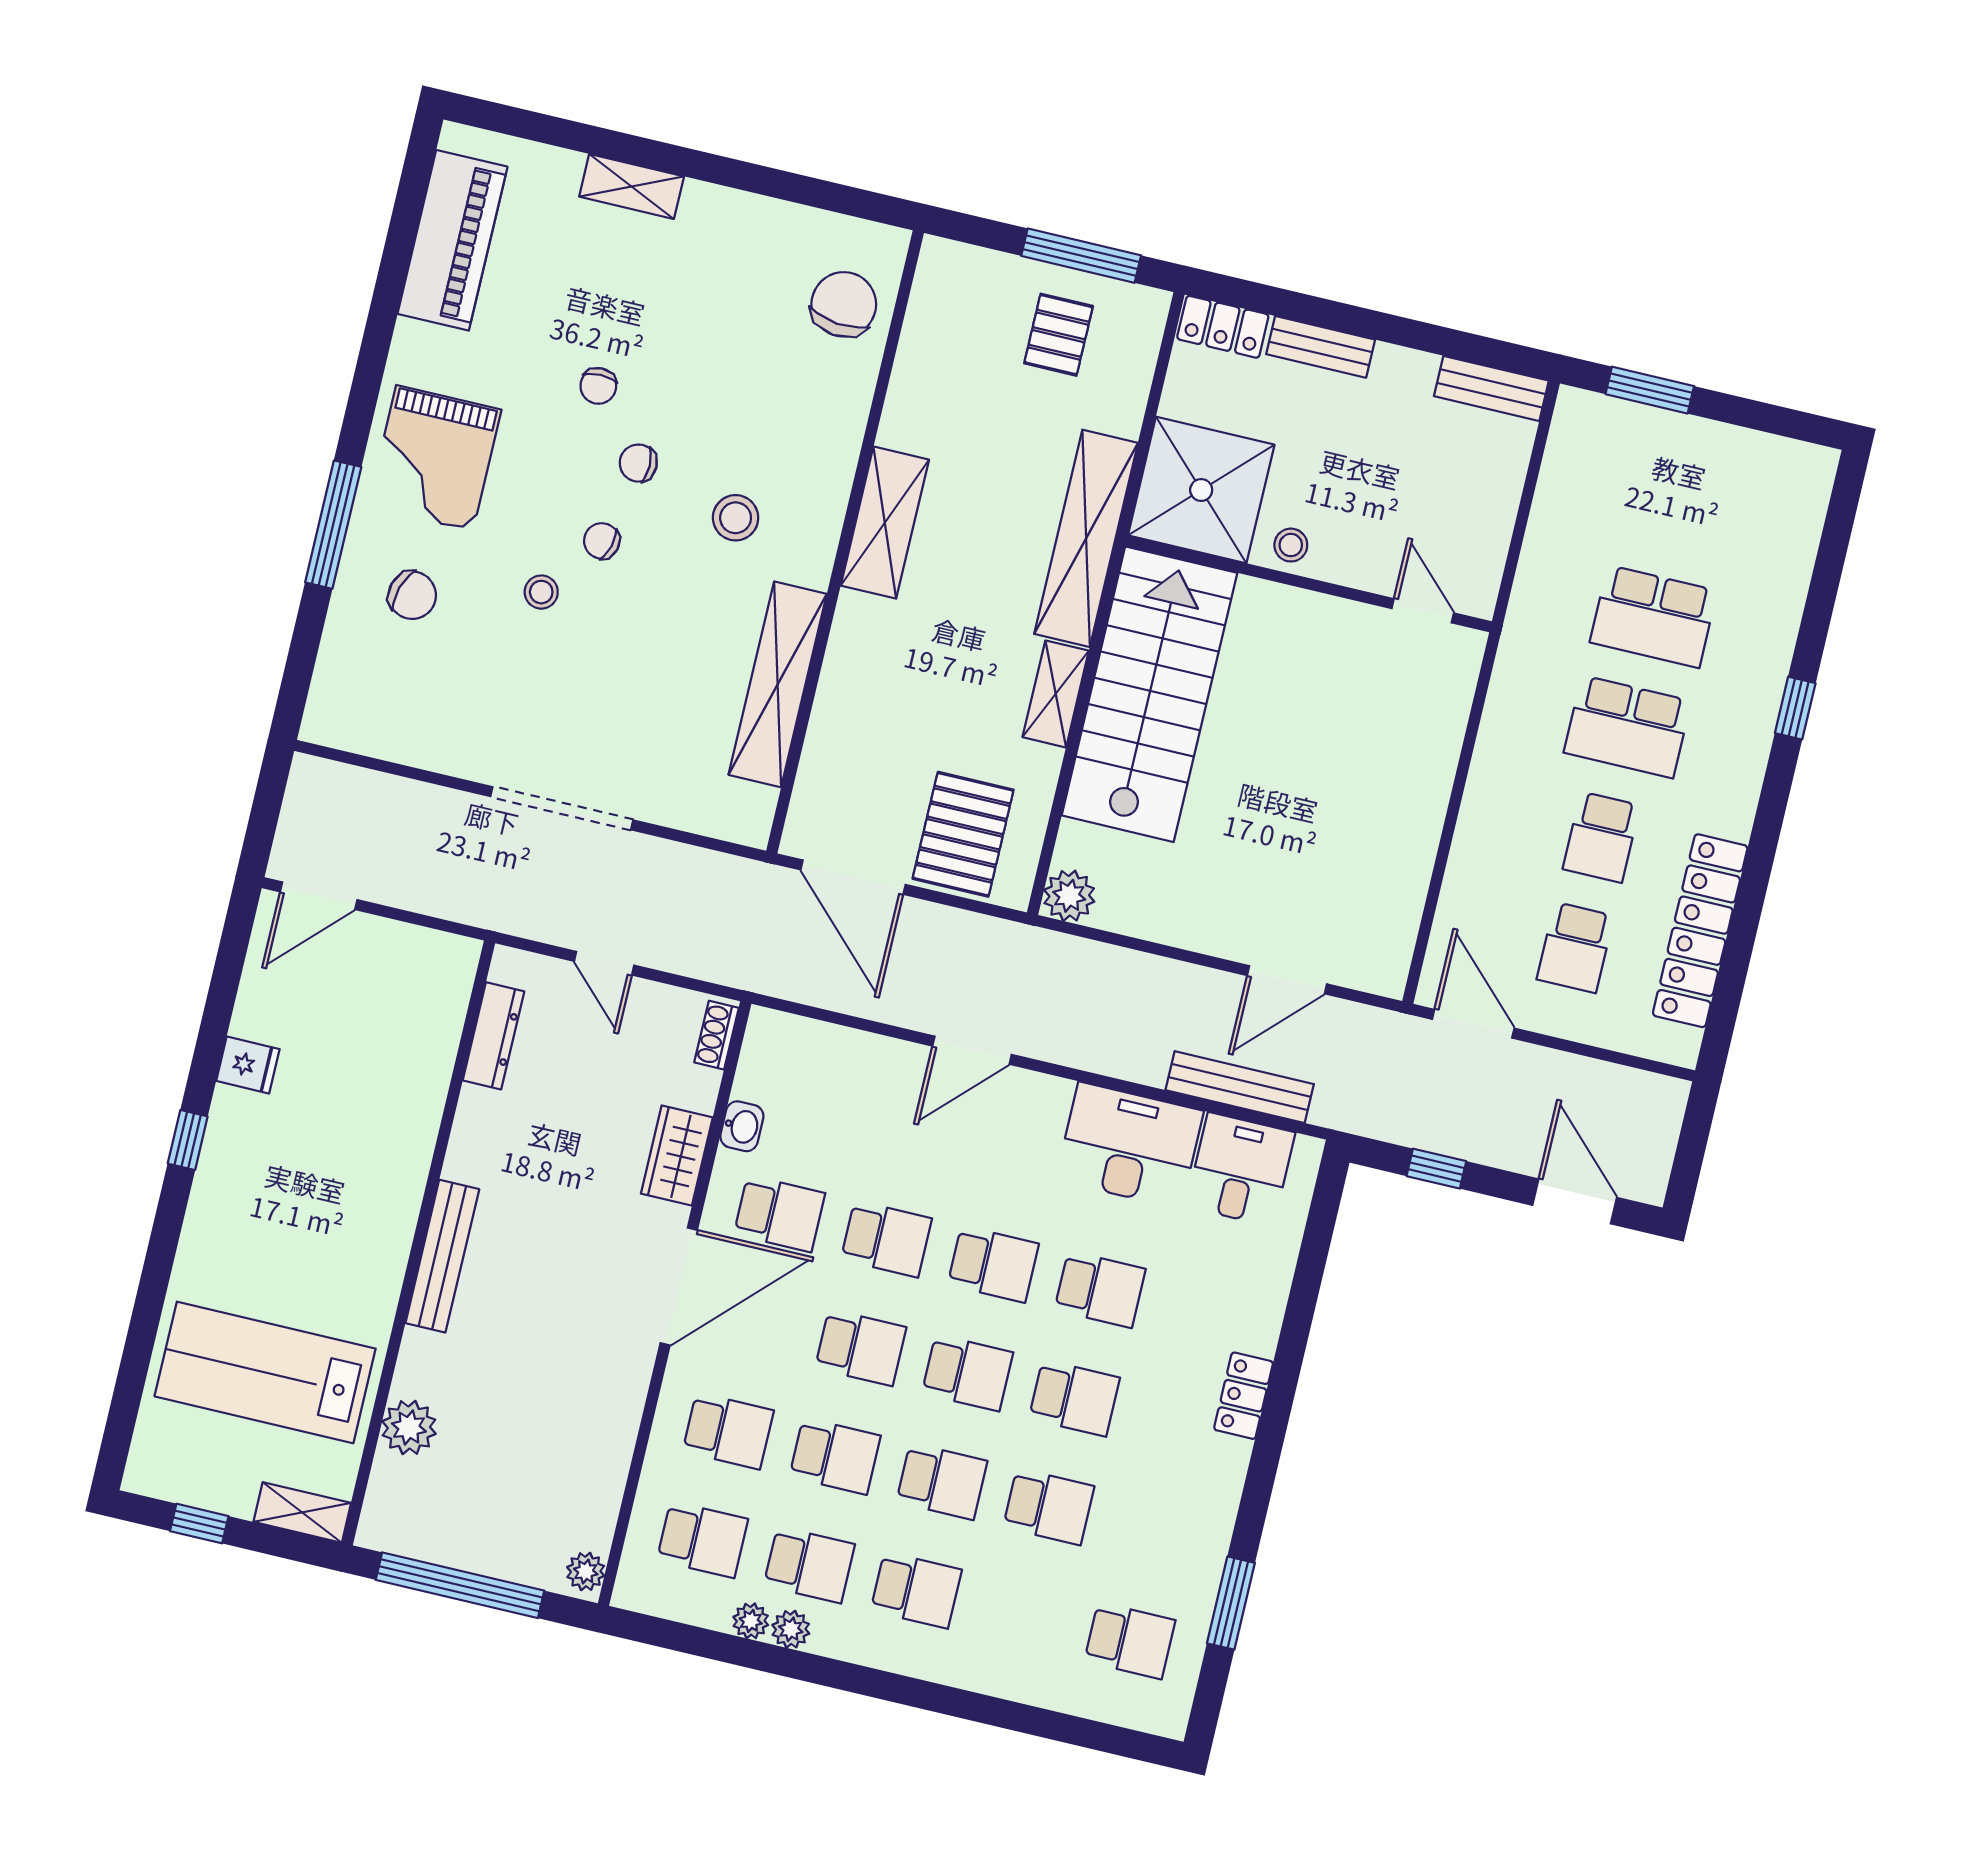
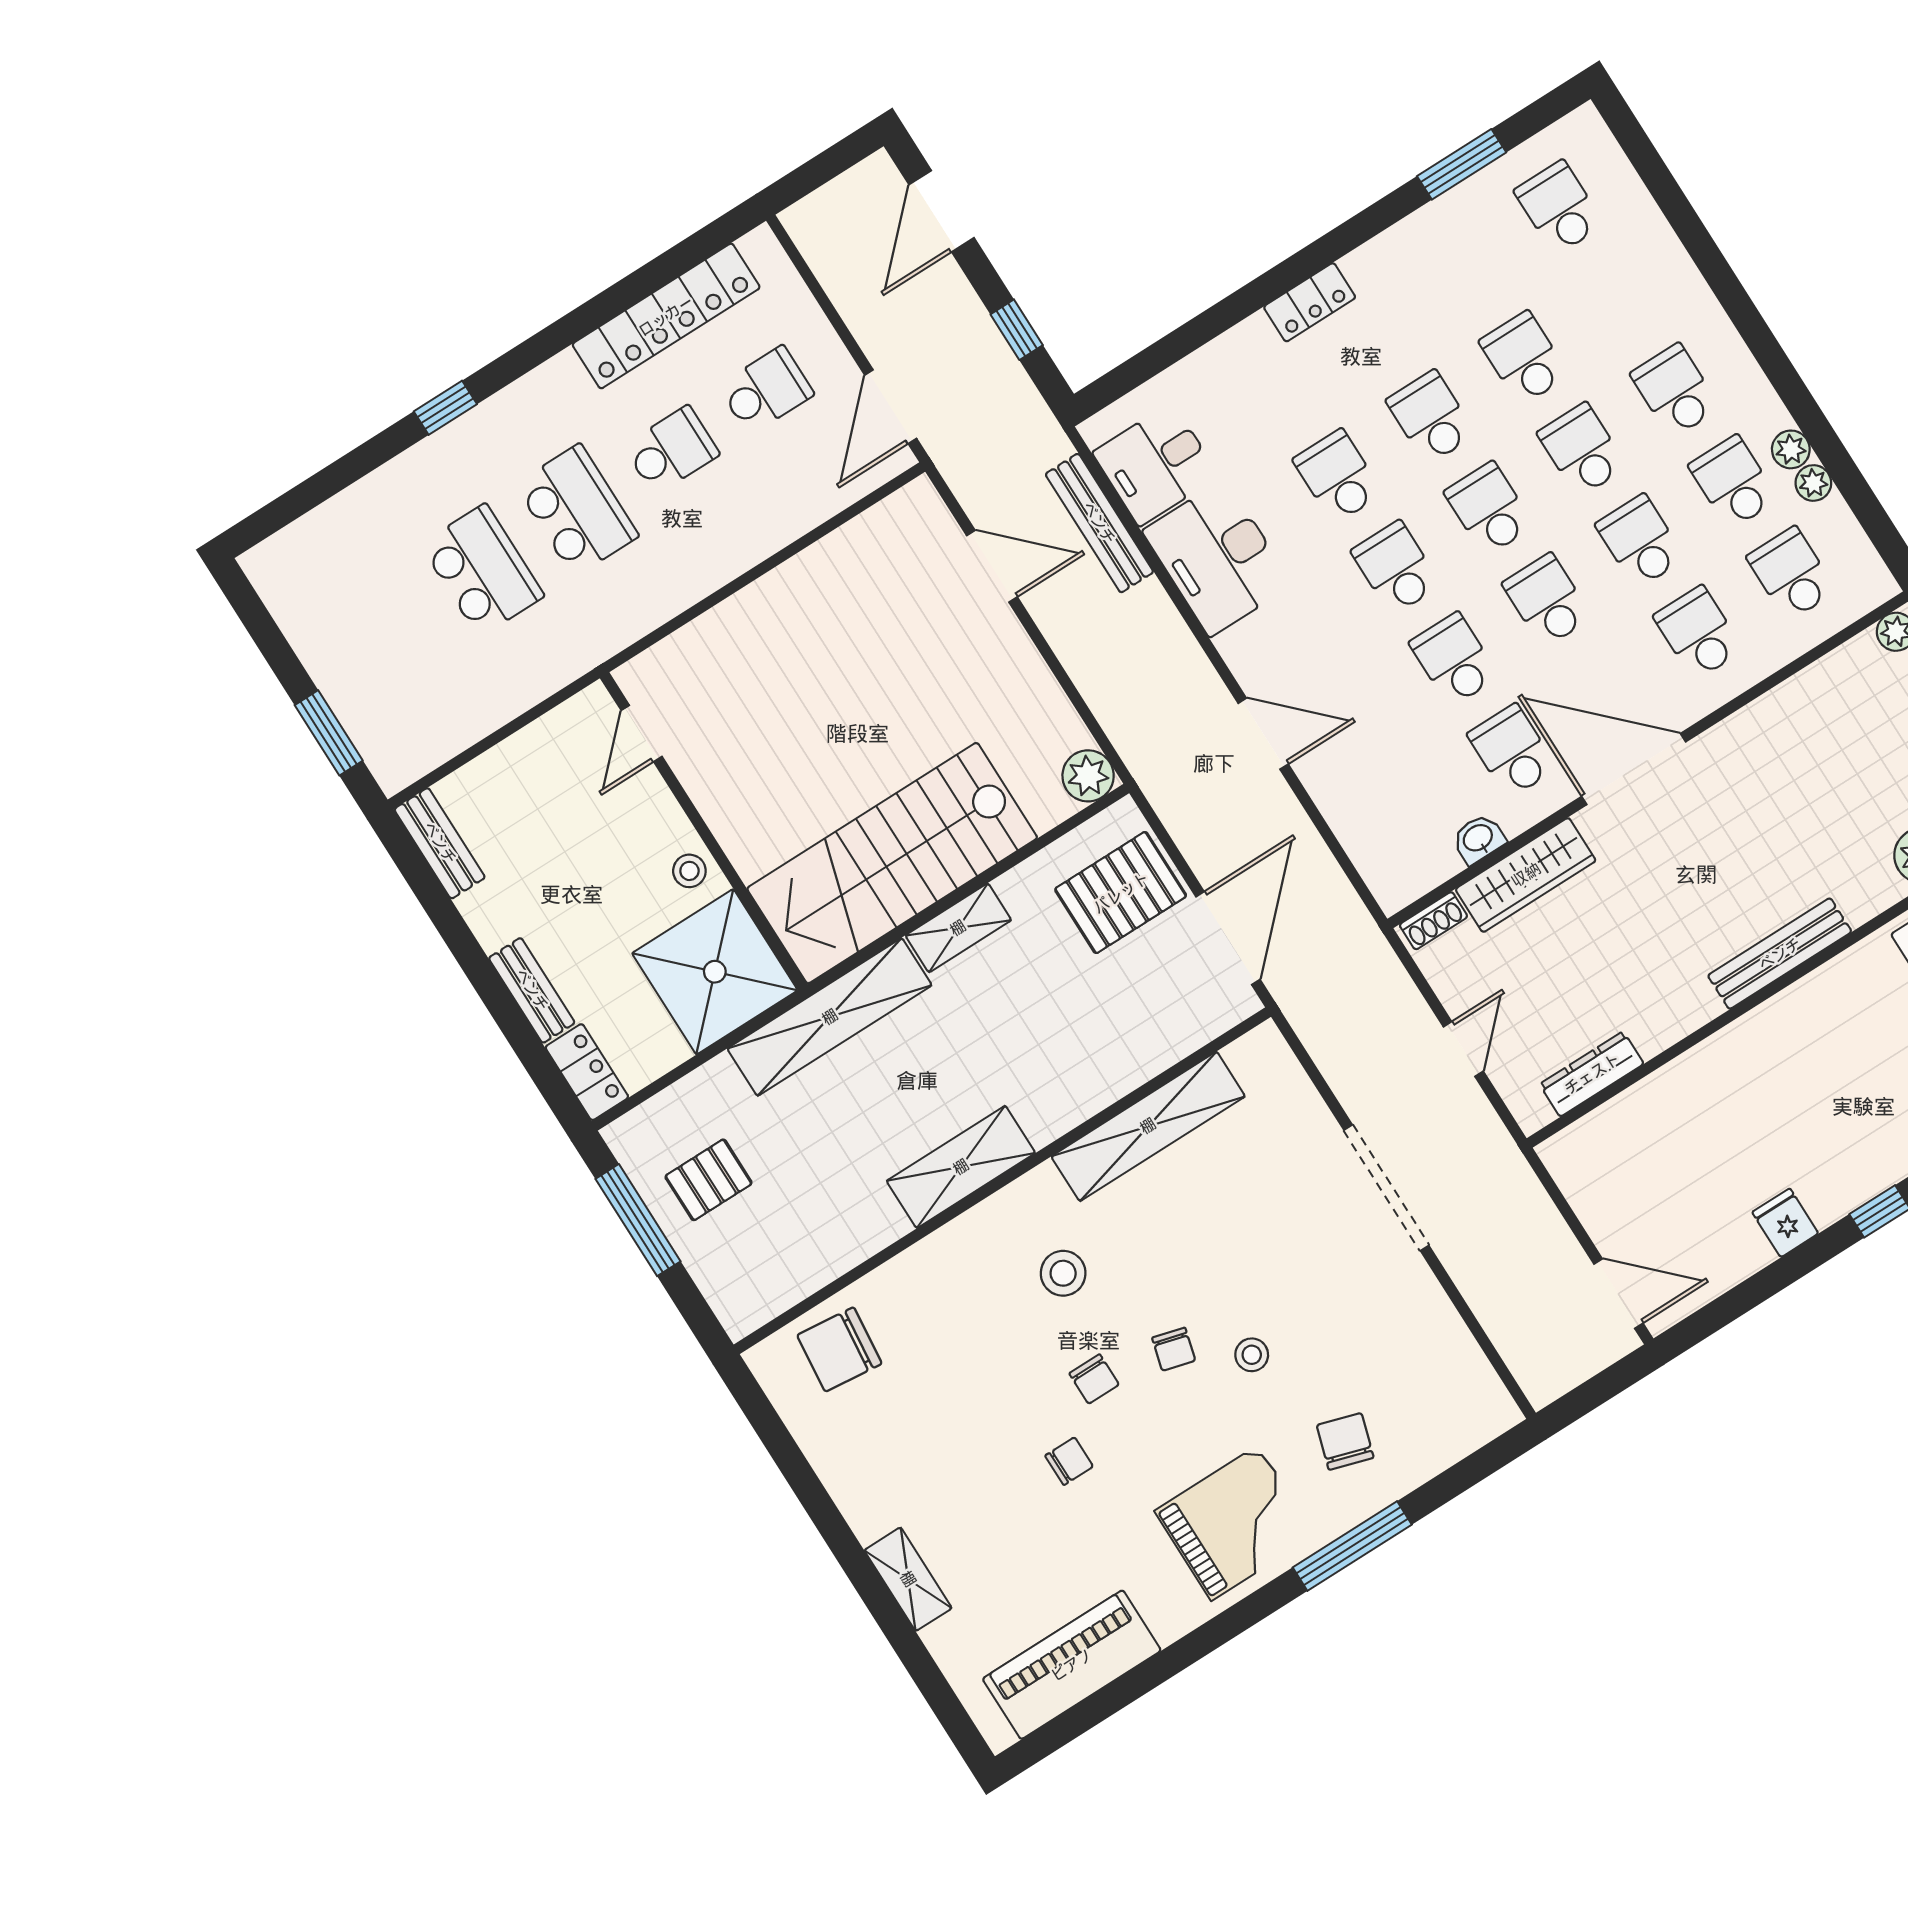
wardrobe: (677, 1156) -> (1526, 875), width x1.50

